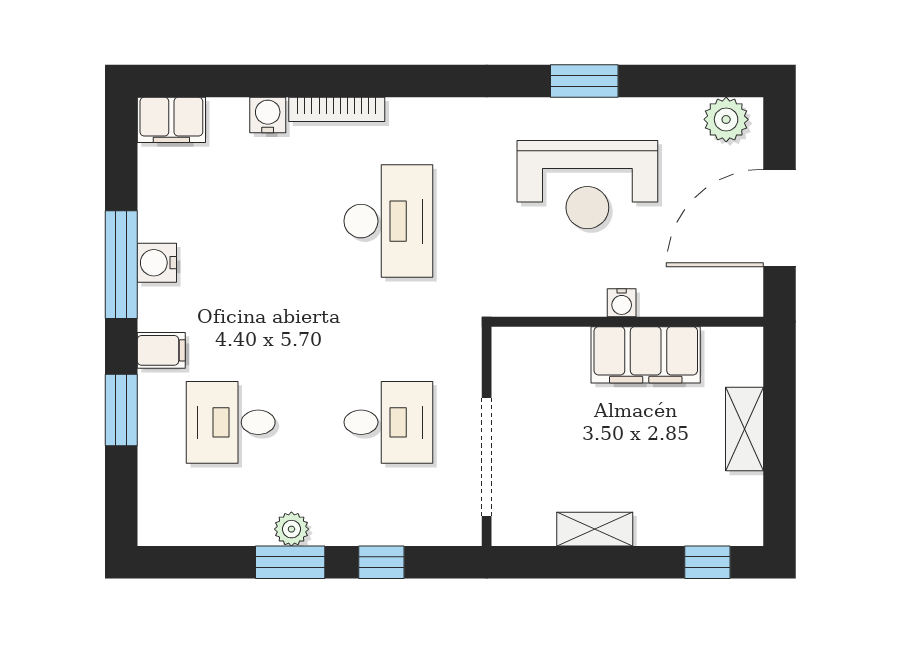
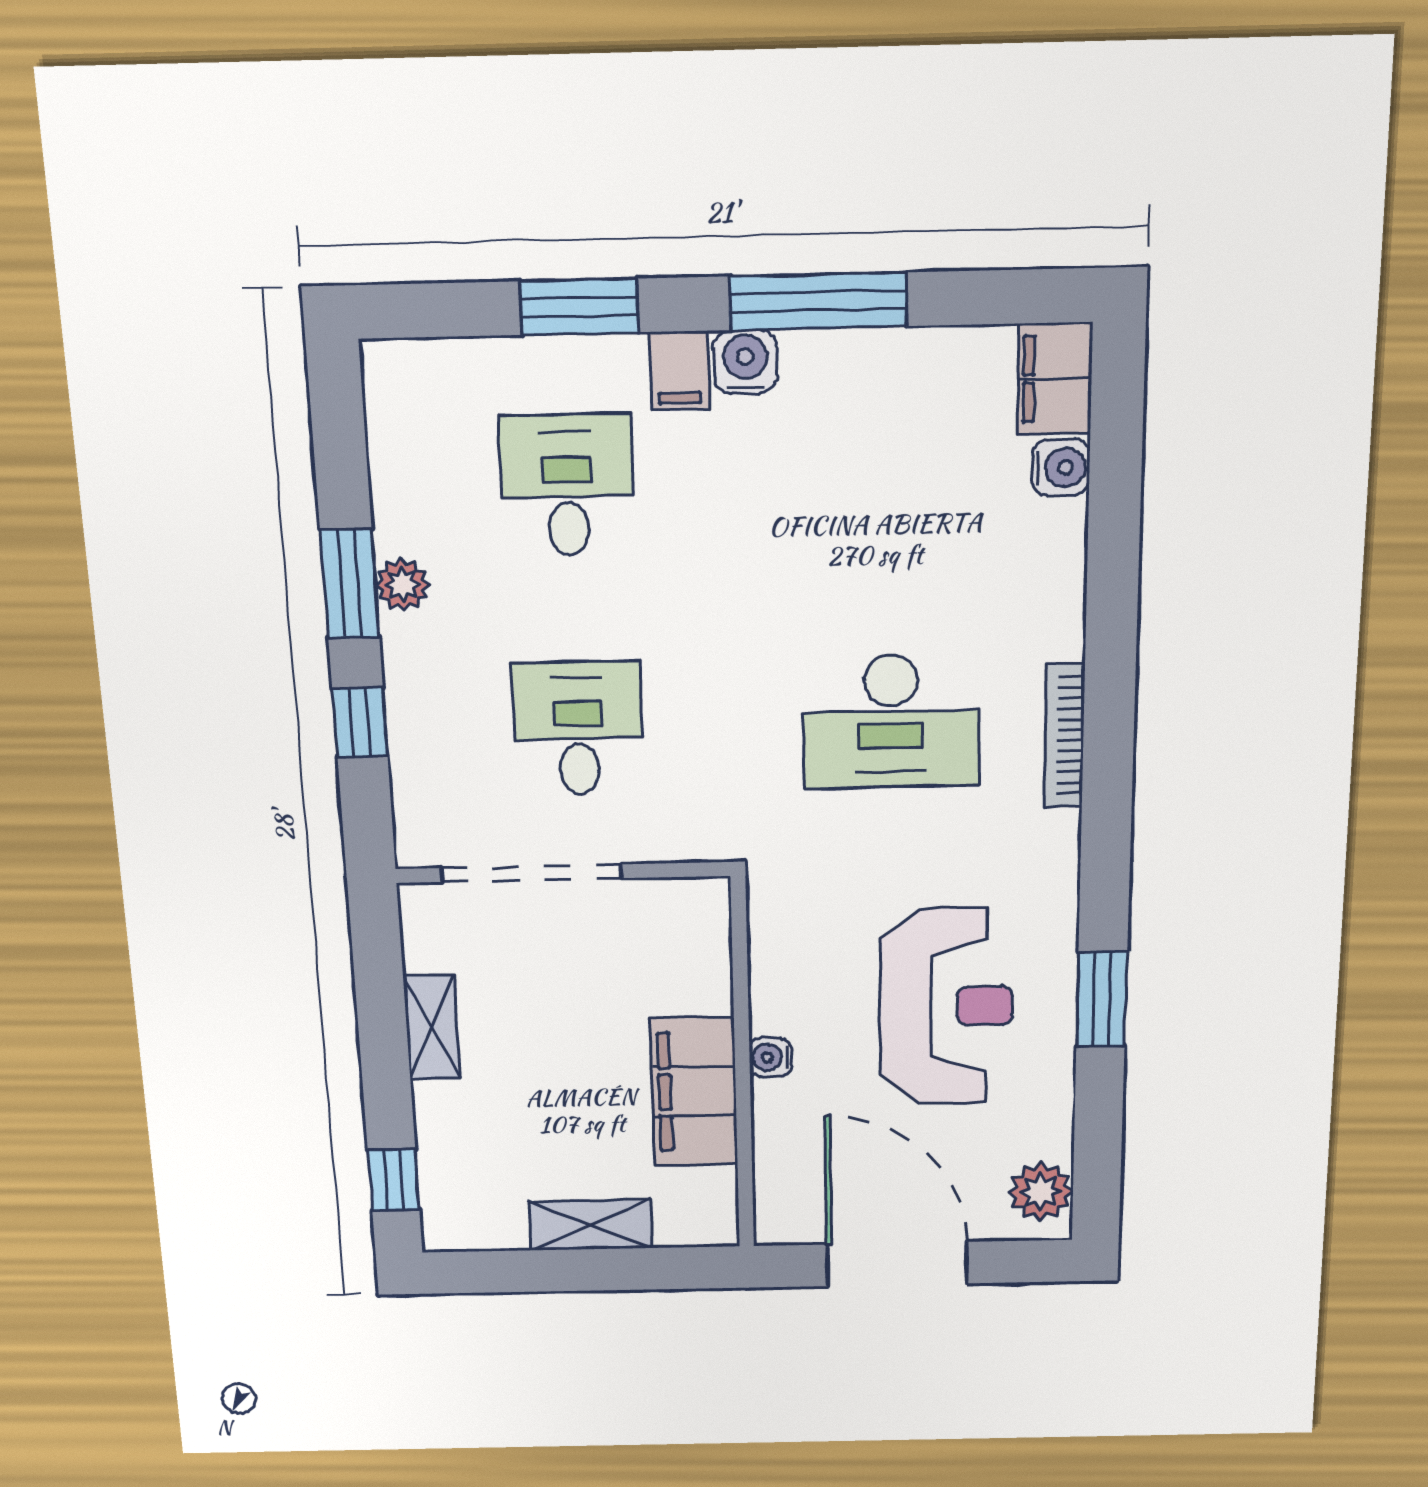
bookcase: (337, 109) -> (1064, 736), moved
water cooler: (268, 115) -> (1061, 467), moved
reception desk: (587, 185) -> (946, 1007), turned 180
water cooler: (157, 263) -> (745, 362), moved
desk: (388, 422) -> (578, 728), turned 180

